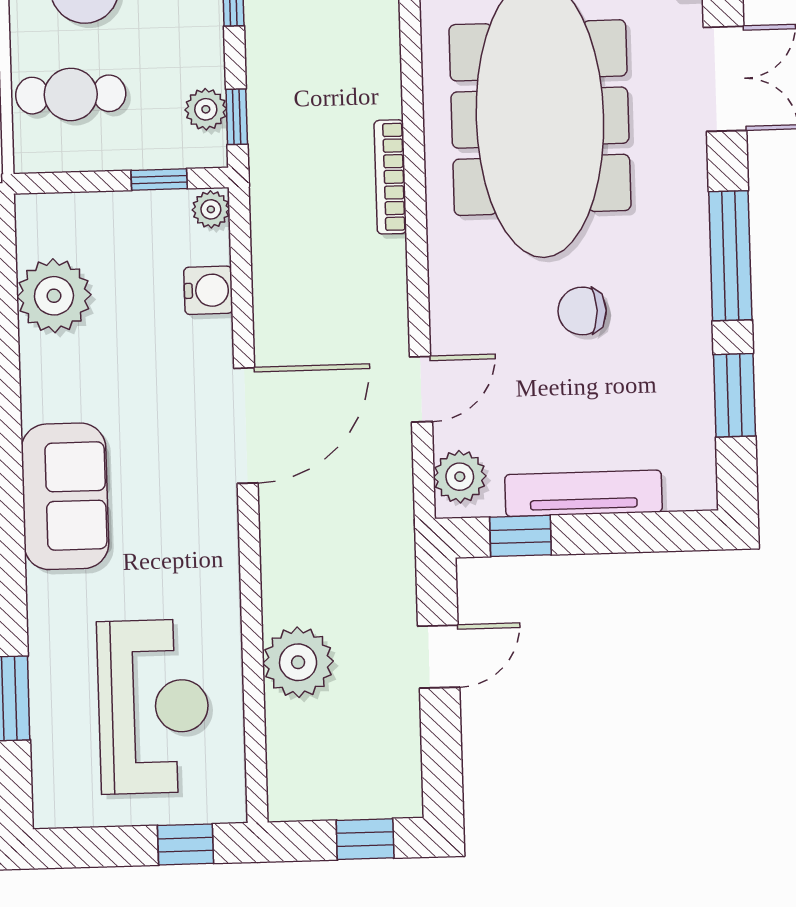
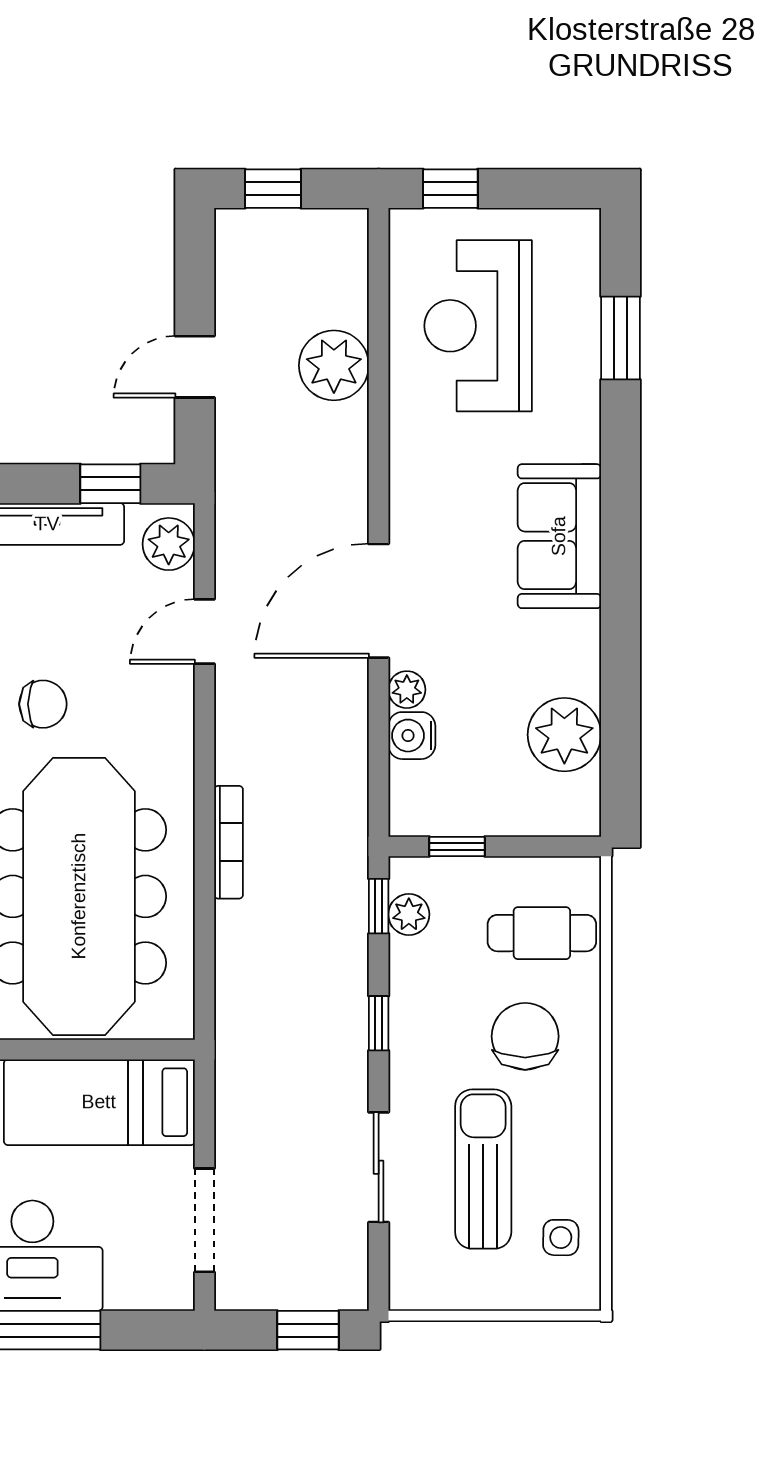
plant: (211, 209) -> (407, 690), moved

